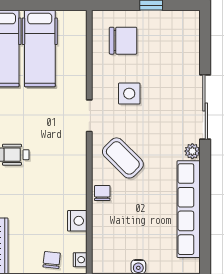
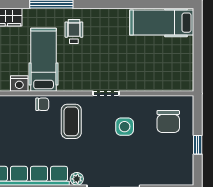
hospital bed: (40, 48) -> (44, 60), moved, turned 90
coffee table: (123, 158) -> (71, 121), turned -45

